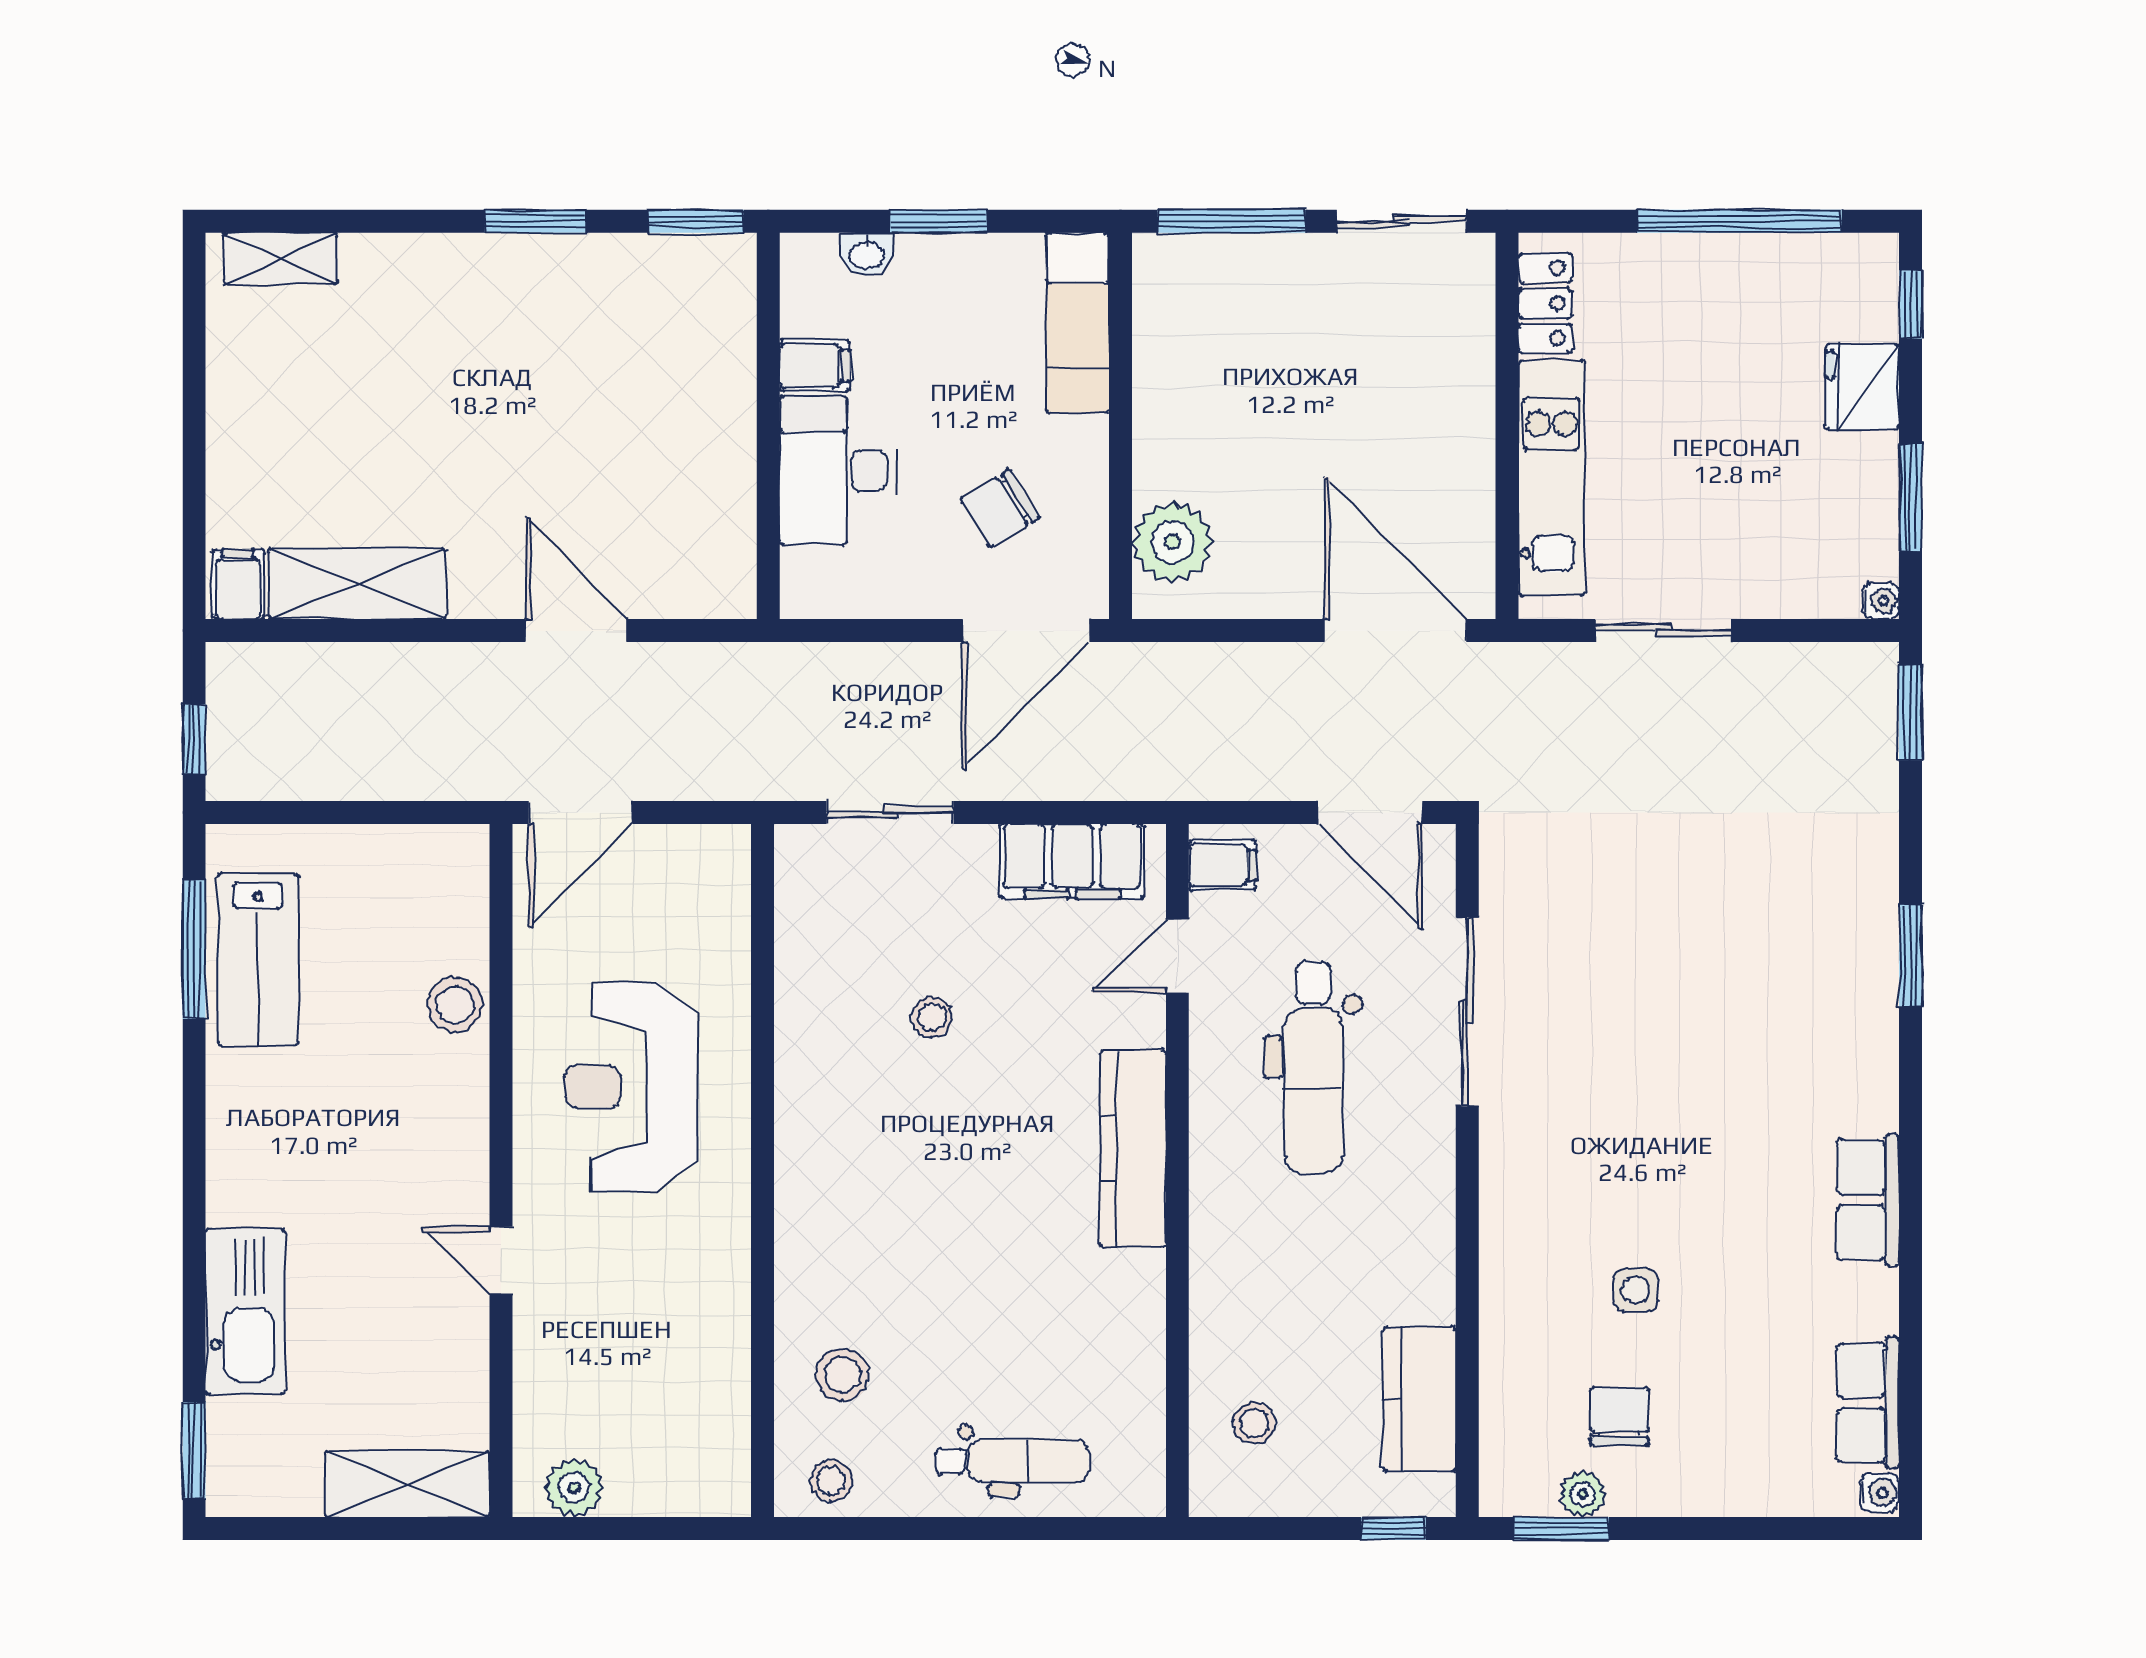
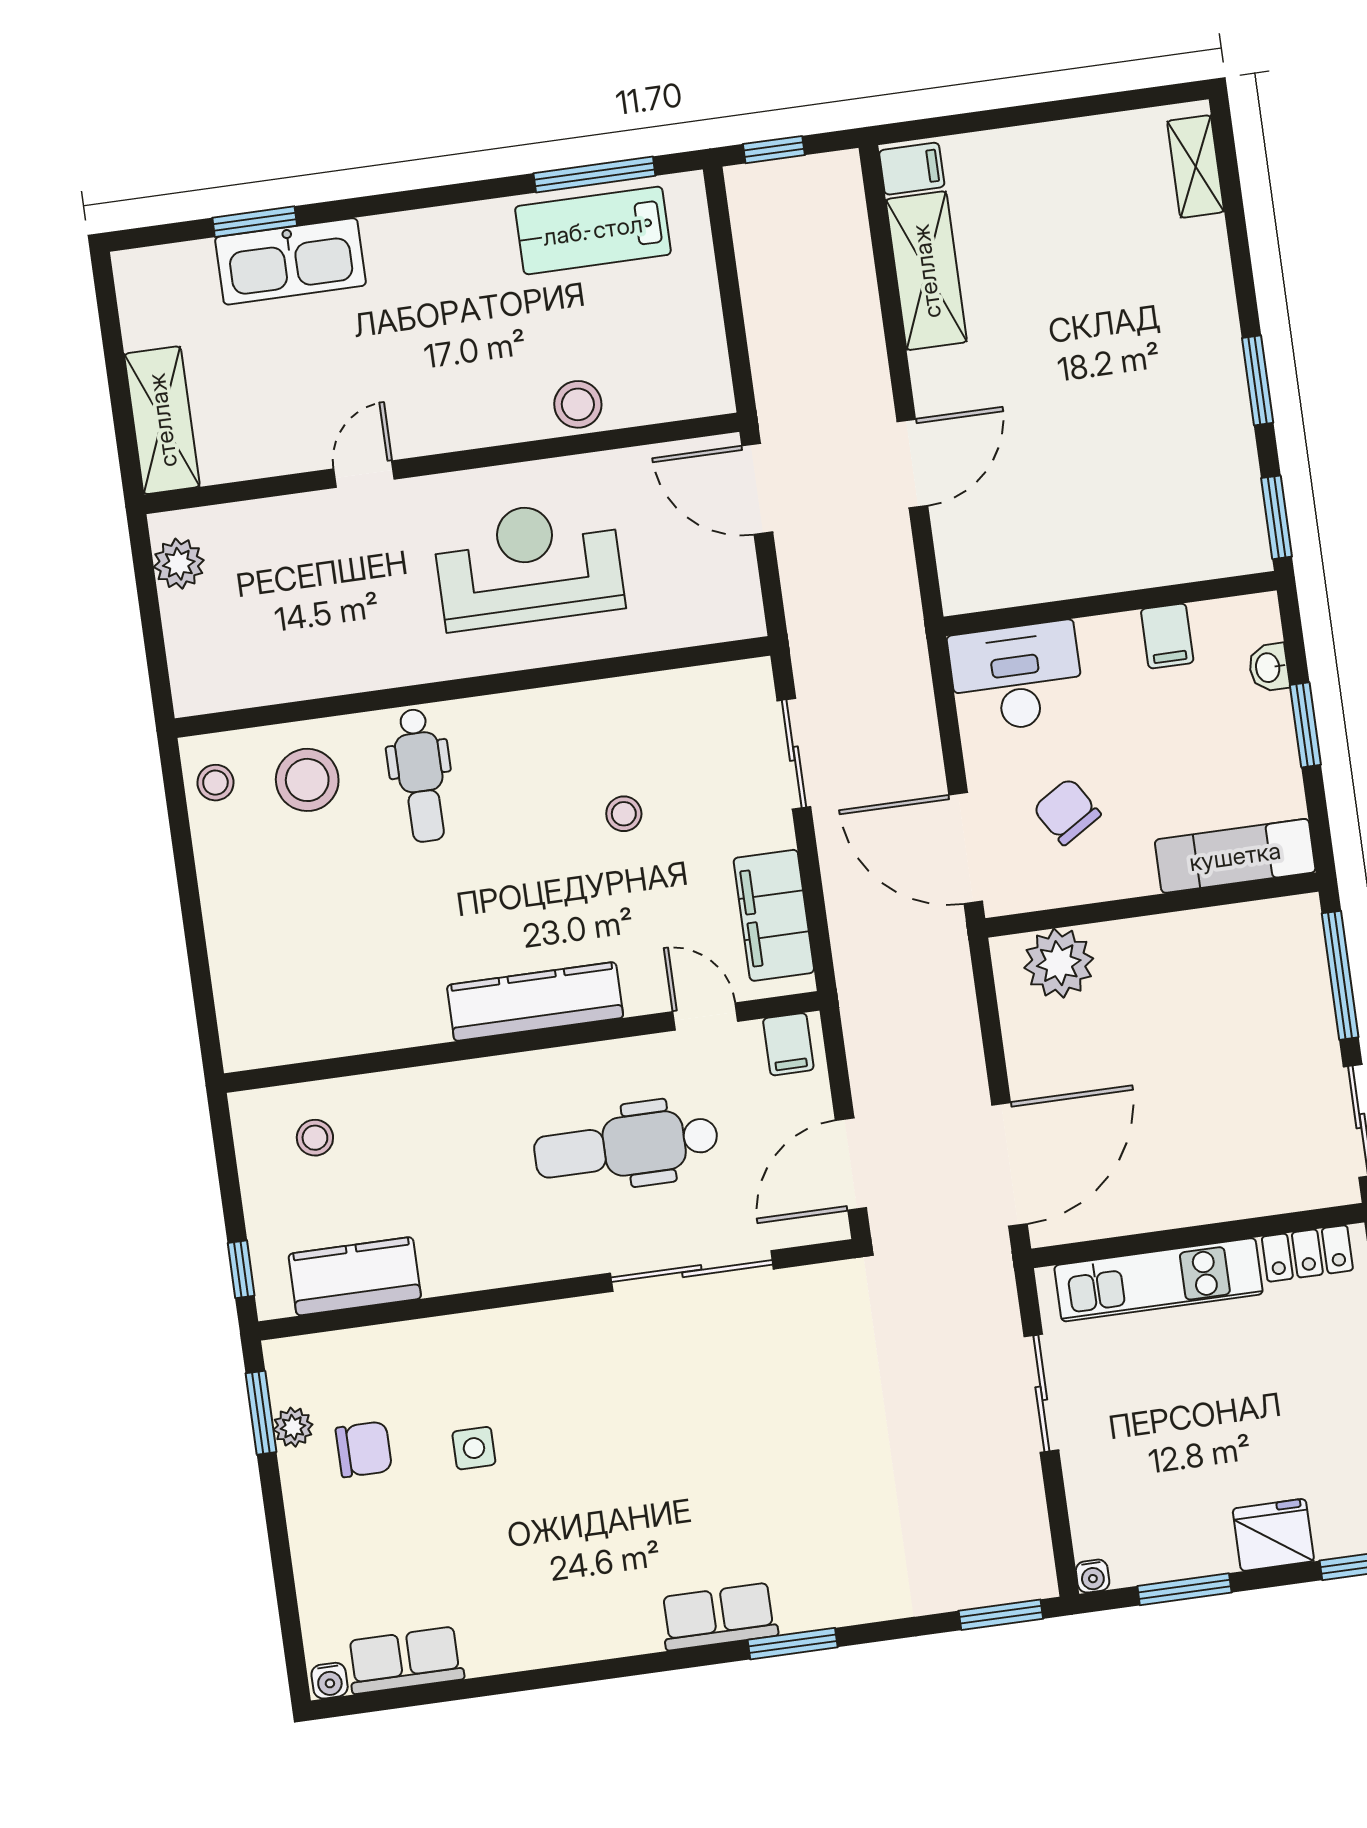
desk: (838, 470) -> (1016, 677), moved
row of seats: (1868, 1200) -> (719, 1616), moved
stool: (843, 1375) -> (307, 780), width x1.38, depth x1.38
window: (194, 1450) -> (255, 222), moved
dental chair: (1012, 1461) -> (421, 775), moved

